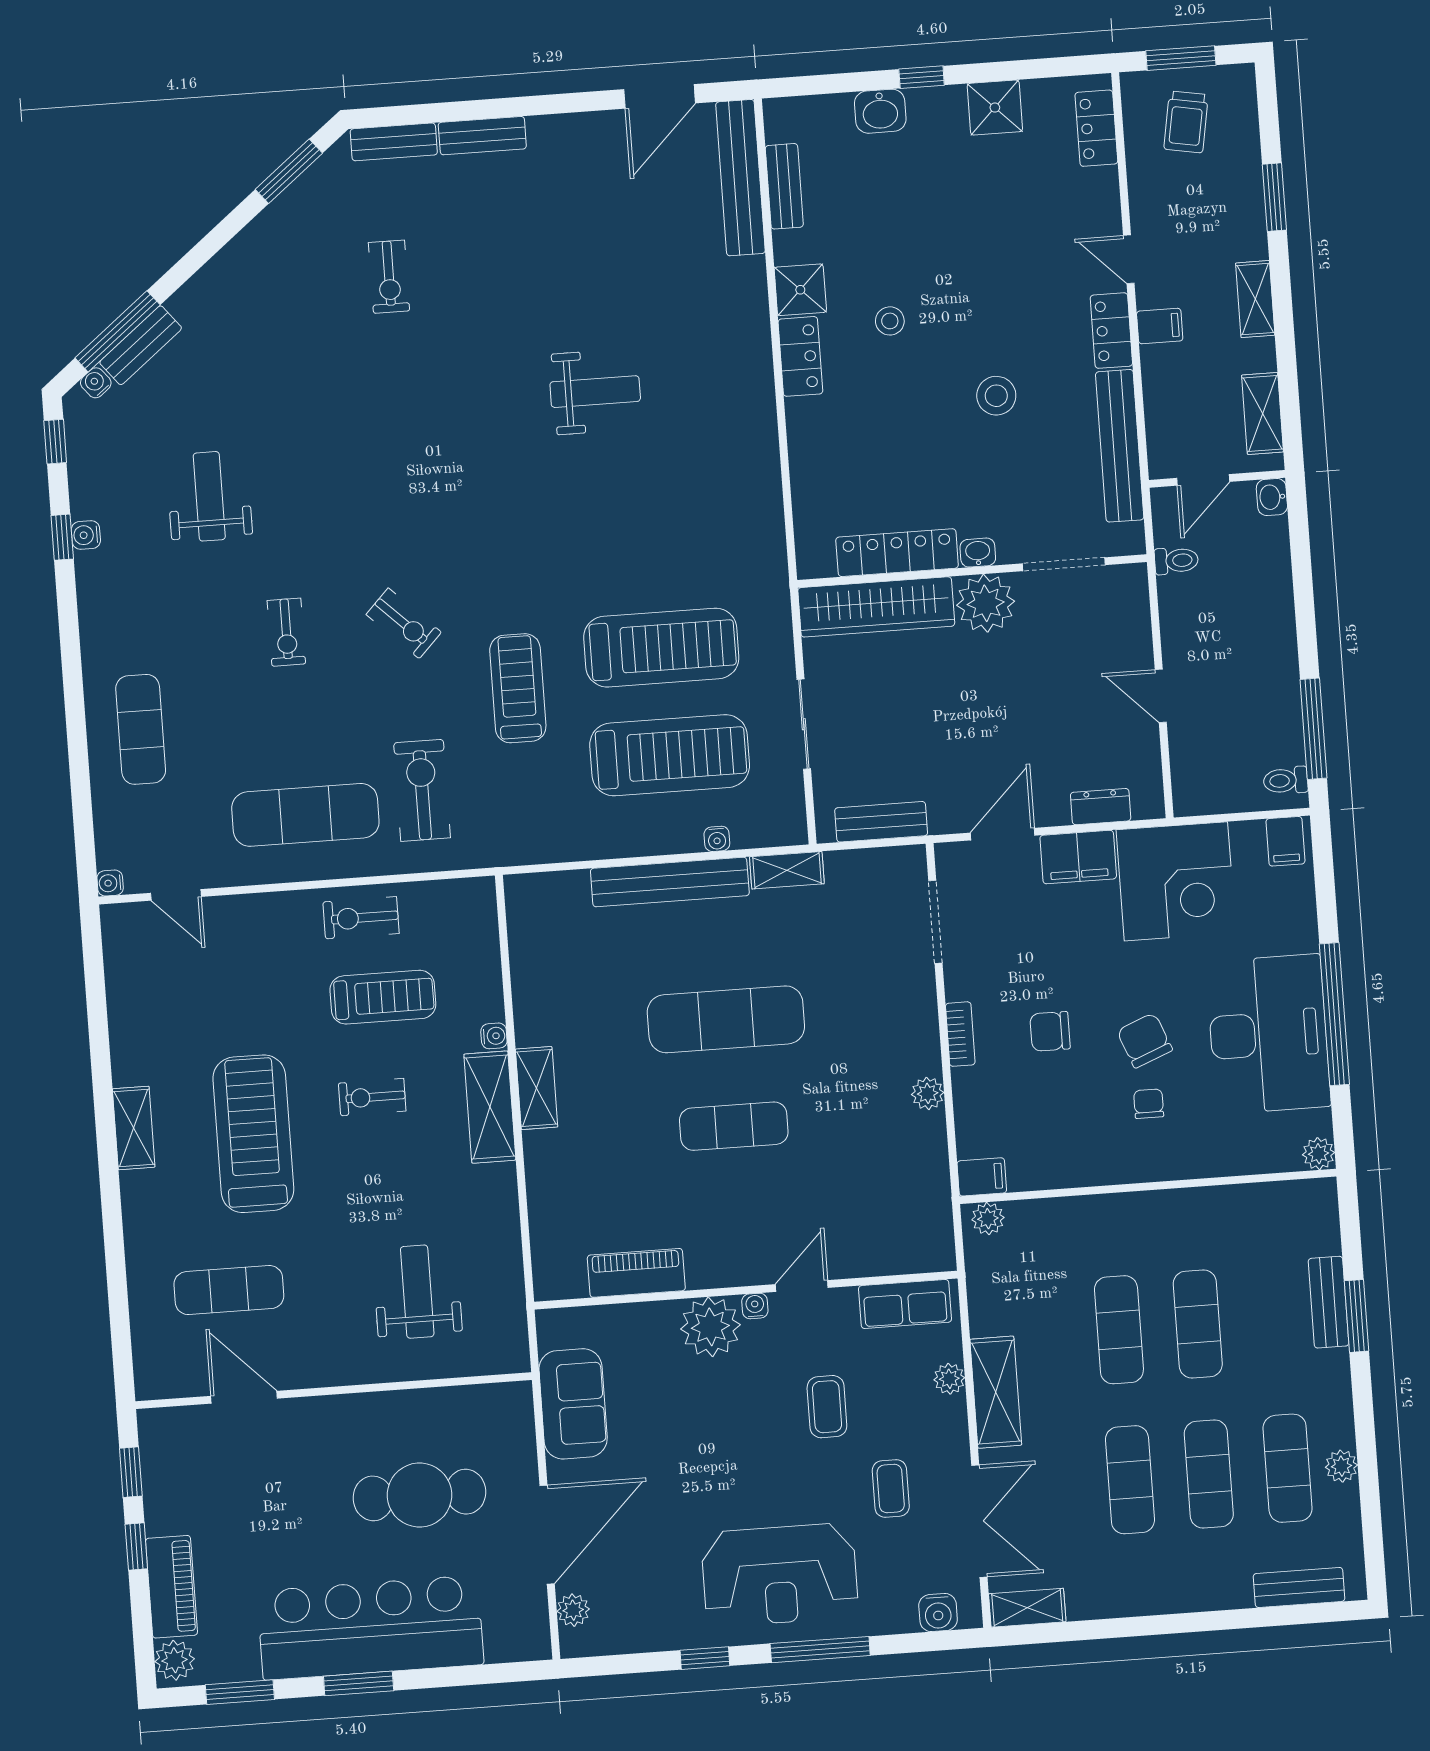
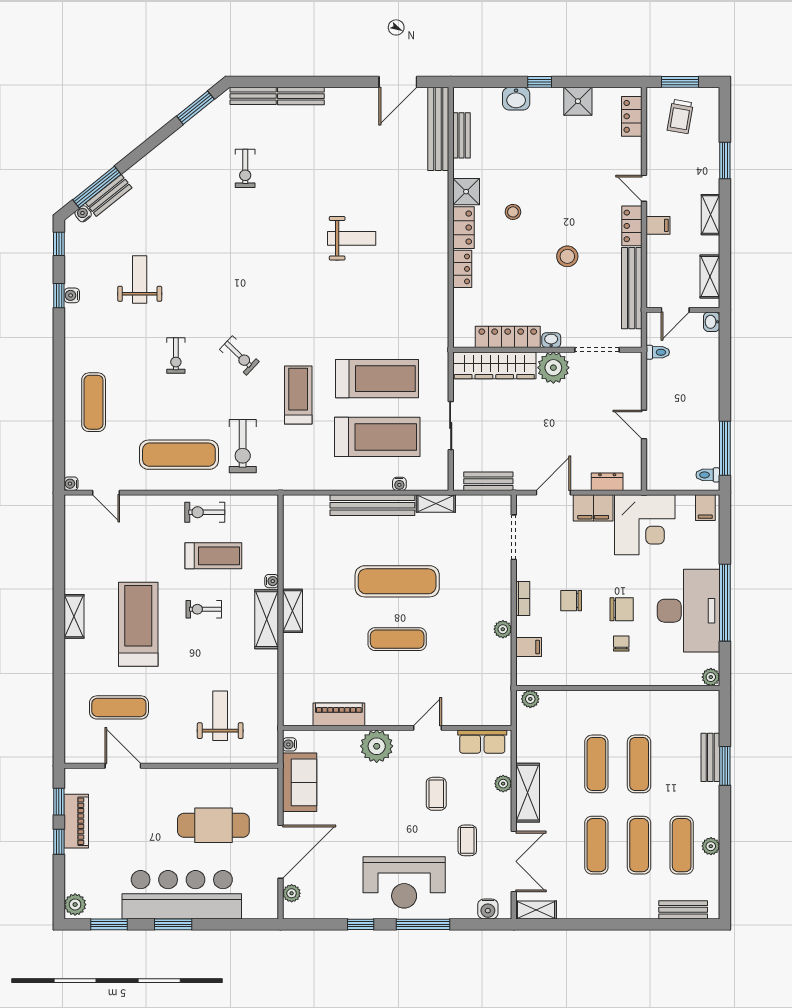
locker: (804, 433) -> (462, 269), added
exercise bike: (422, 790) -> (243, 446), turned 180
chair: (1145, 1040) -> (622, 609), turned 112
filing cabinet: (982, 1177) -> (529, 647), moved
water cooler: (755, 1306) -> (289, 744), moved, turned -90
piano: (172, 1587) -> (76, 821), moved

